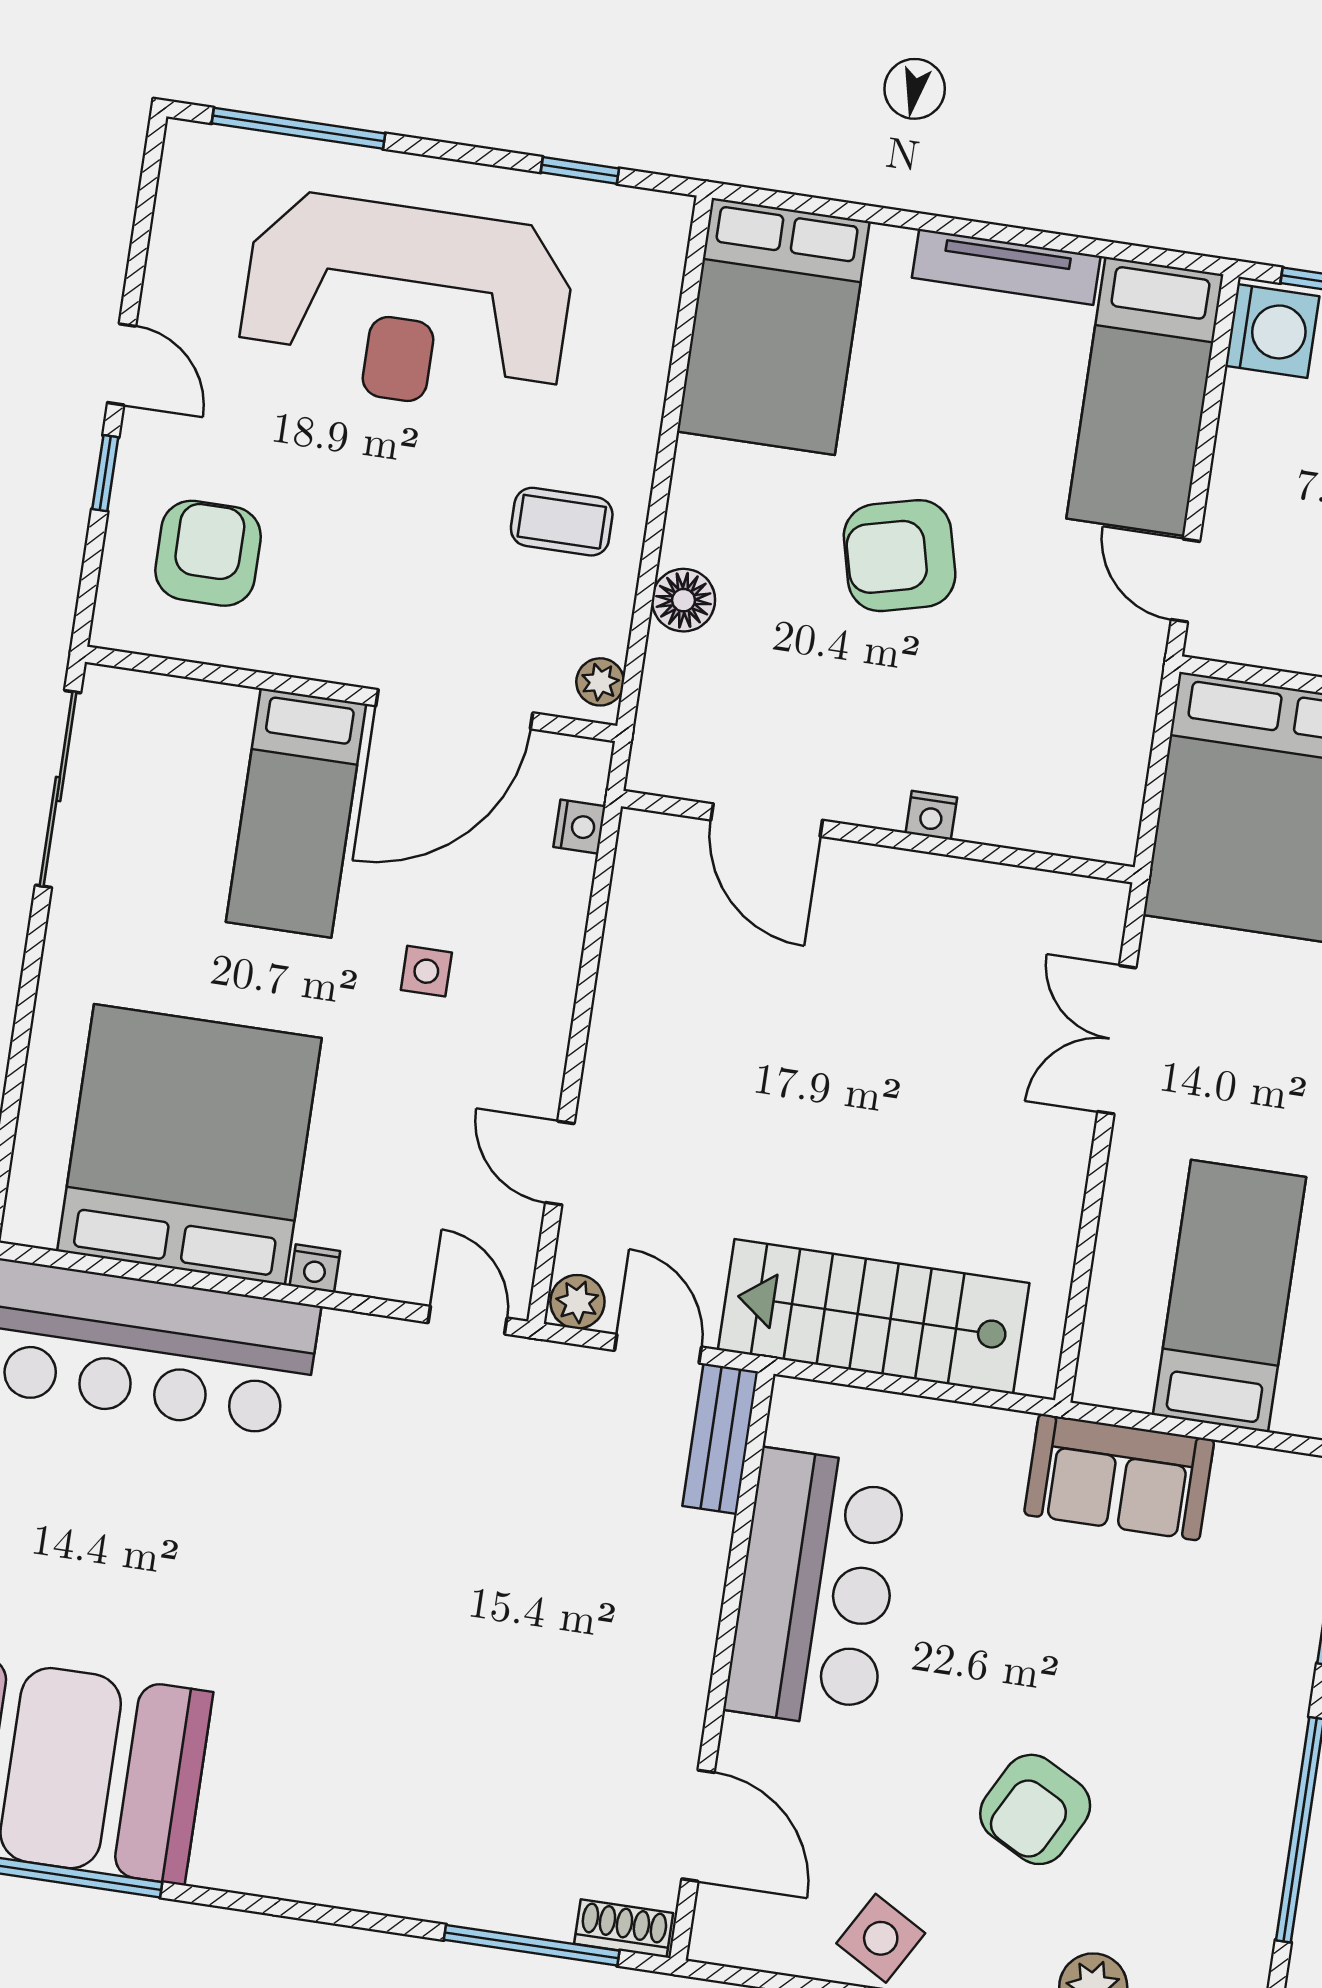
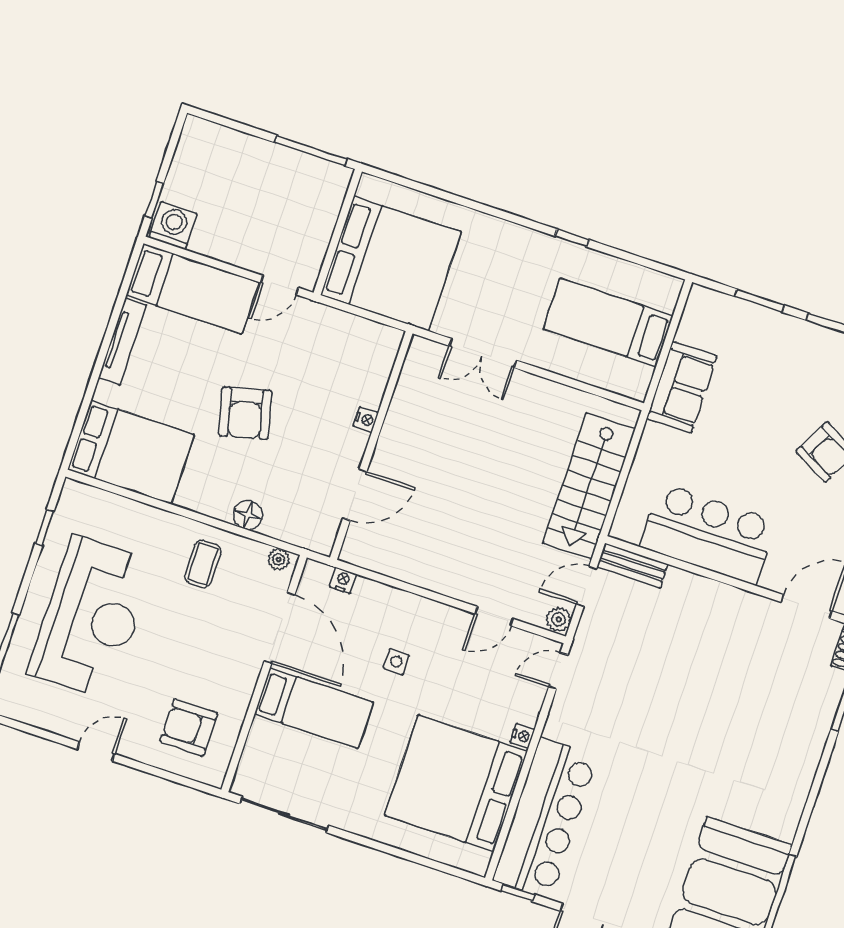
window: (105, 473) -> (144, 768), removed

